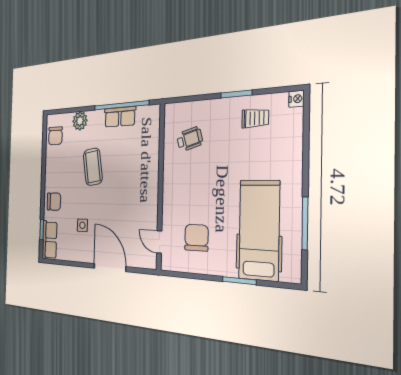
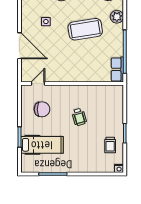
row of seats: (120, 117) -> (117, 69), moved
wheelchair: (190, 139) -> (79, 117), moved
coffee table: (93, 167) -> (85, 29), width x1.36, depth x1.32
hospital bed: (259, 230) -> (42, 145), width x0.73, depth x0.78
door: (110, 267) -> (19, 46), hinge flipped

